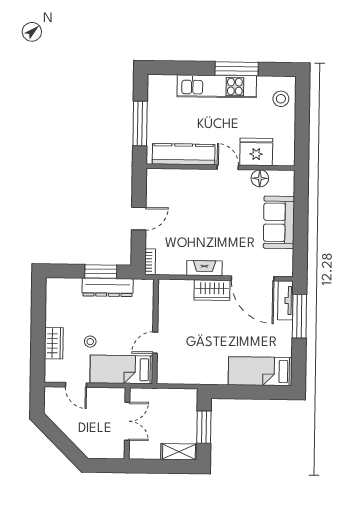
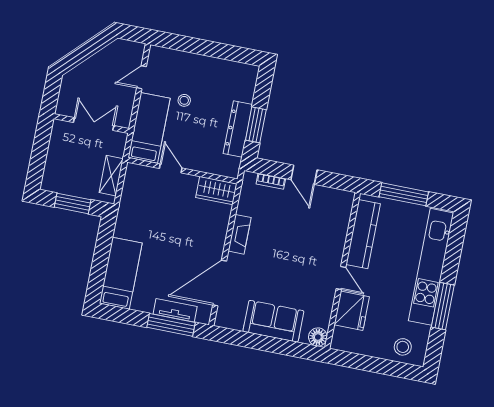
kitchen unit: (217, 86) -> (431, 267), width x1.36
door: (228, 167) -> (341, 278), hinge flipped
floor lamp: (260, 178) -> (318, 337), moved
bookcase: (150, 262) -> (271, 181), moved
wardrobe: (212, 290) -> (216, 191), moved, turned -90
tv unit: (285, 300) -> (175, 310), moved
wardrobe: (54, 343) -> (189, 62), removed
double door: (127, 421) -> (94, 124), swing flipped
shelving: (179, 452) -> (111, 176), moved

